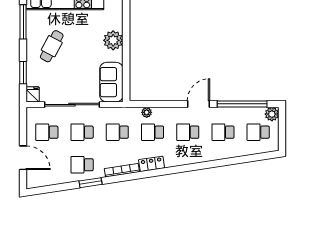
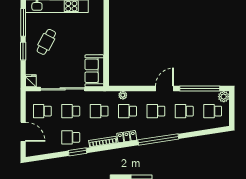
plant: (113, 40) -> (96, 37), removed
window: (23, 73) -> (23, 51), moved
window: (191, 167) -> (158, 139), added

